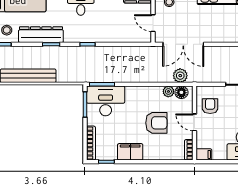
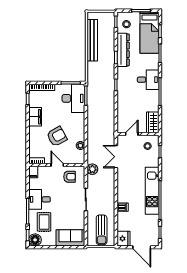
double door: (183, 44) -> (116, 157), width x0.73
plant: (180, 76) -> (92, 169), moved
floor lamp: (181, 92) -> (80, 155), removed
door: (195, 122) -> (57, 165), hinge flipped
armchair: (156, 123) -> (57, 136), turned -119

